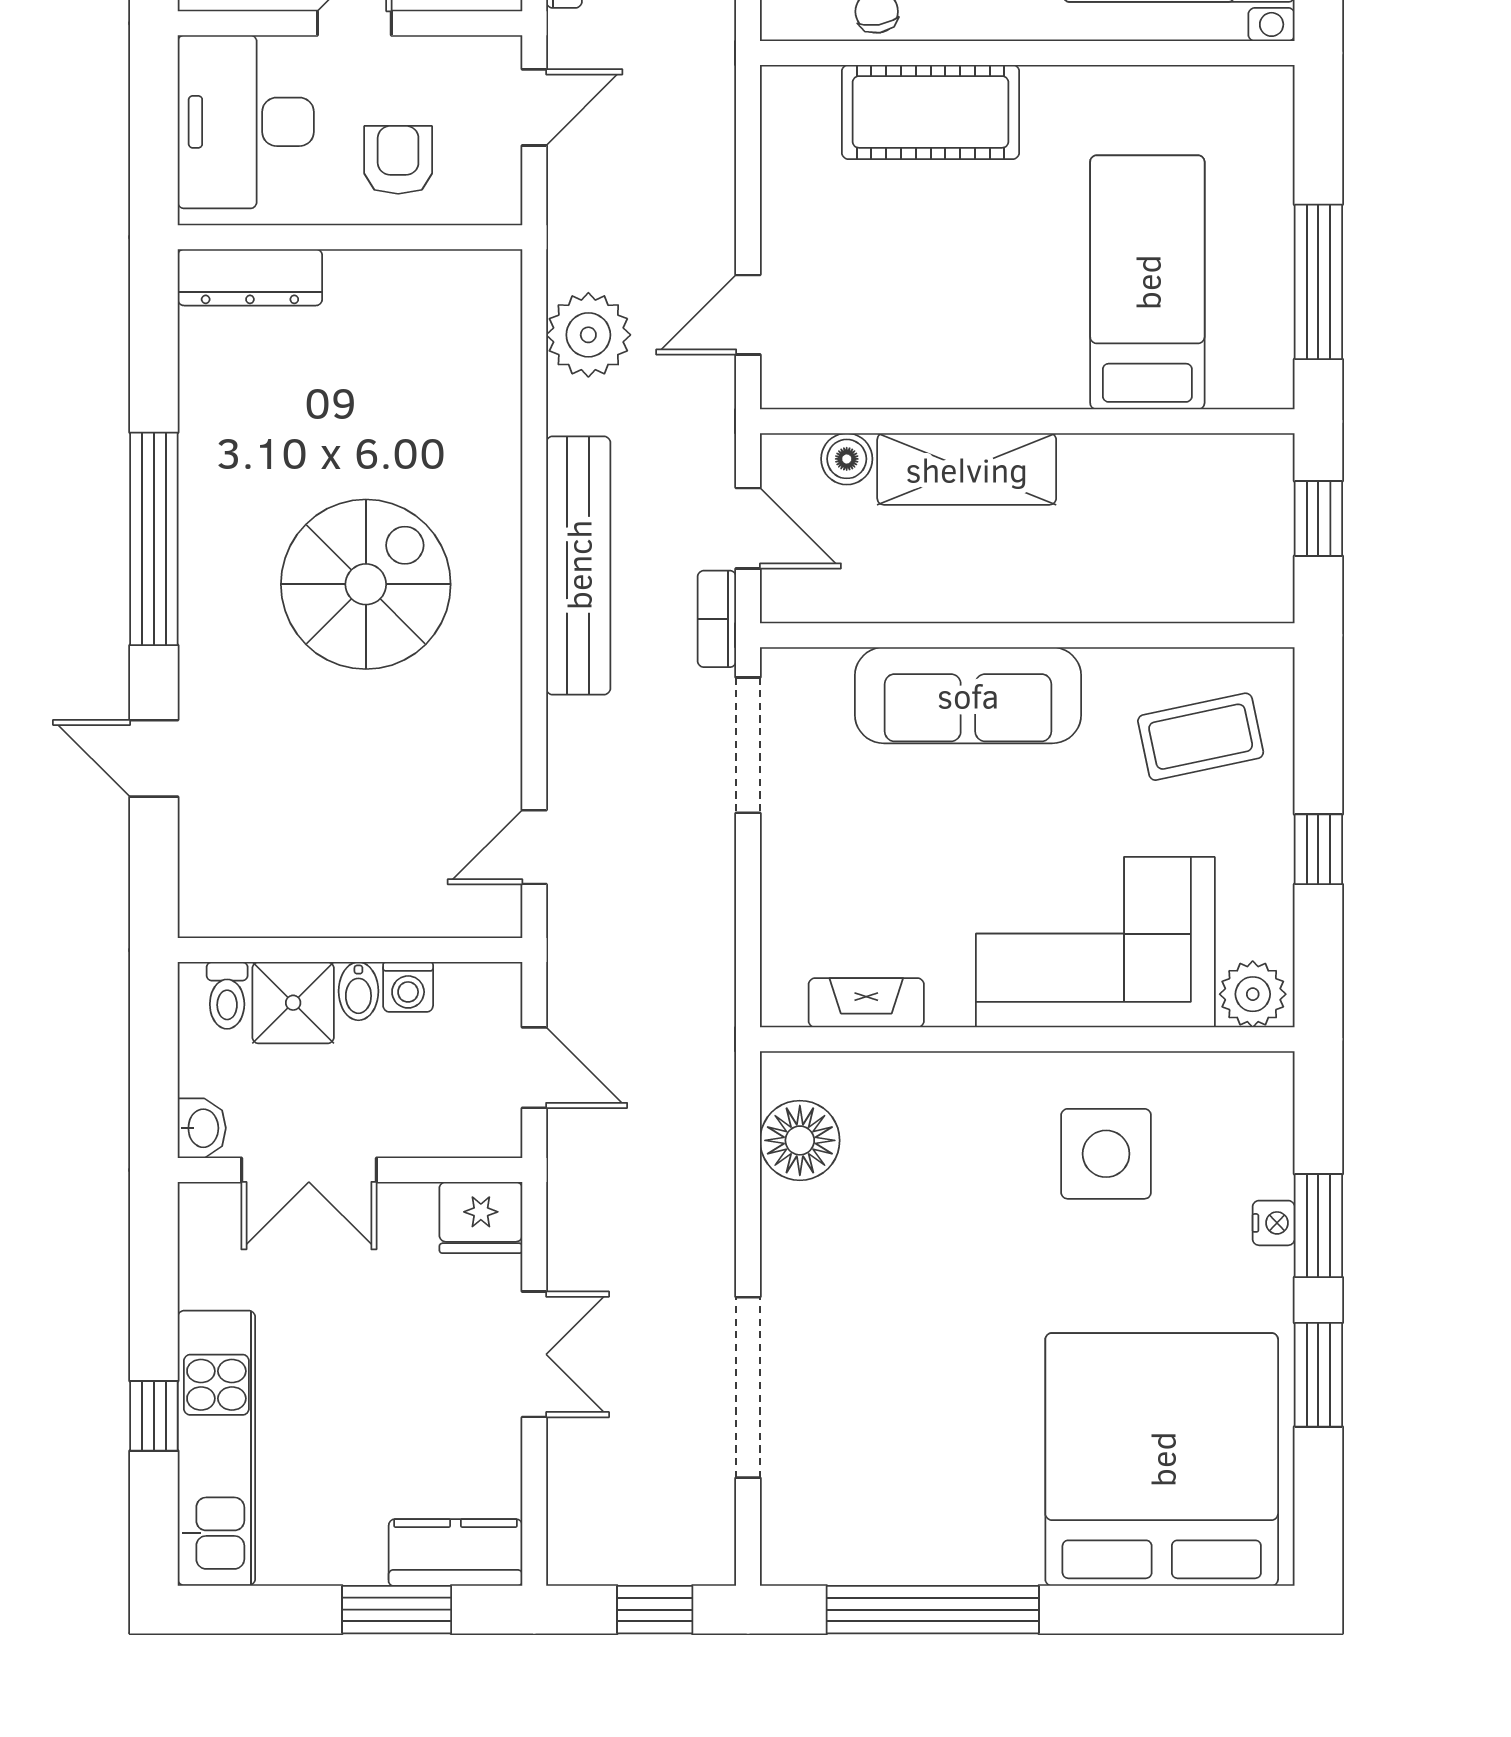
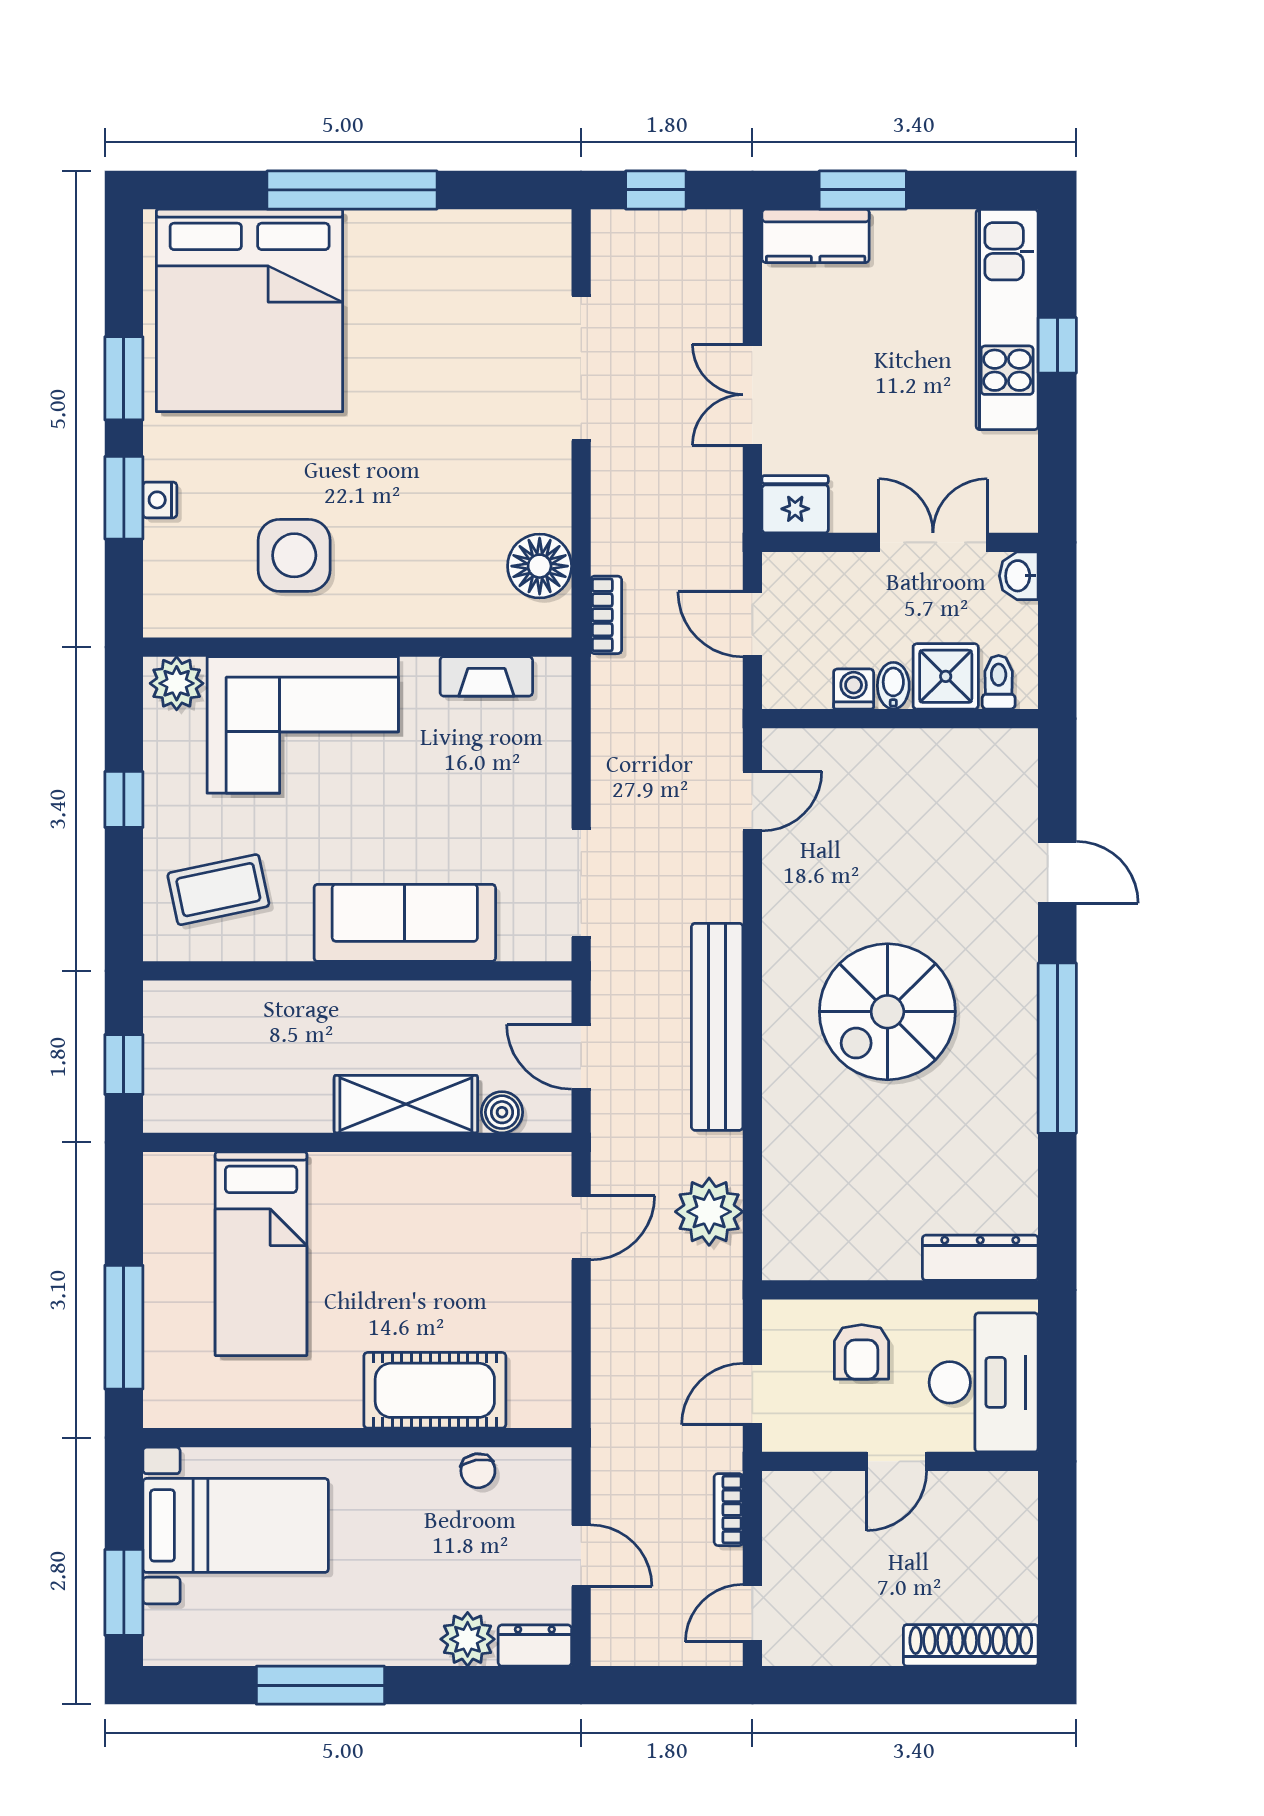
window: (1318, 282) -> (124, 1327), moved
bookcase: (717, 619) -> (606, 615), moved
window: (933, 1610) -> (352, 190), moved

